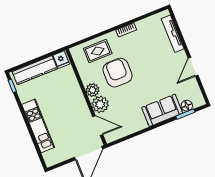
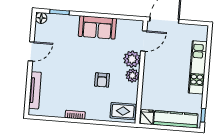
rug: (98, 51) -> (123, 111), moved
armchair: (118, 73) -> (102, 80), width x0.53, depth x0.53
floor lamp: (187, 106) -> (41, 18), moved
sofa: (162, 110) -> (97, 27), moved
door: (98, 126) -> (144, 41), swing flipped

